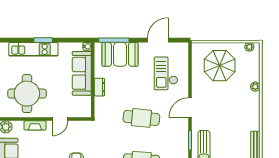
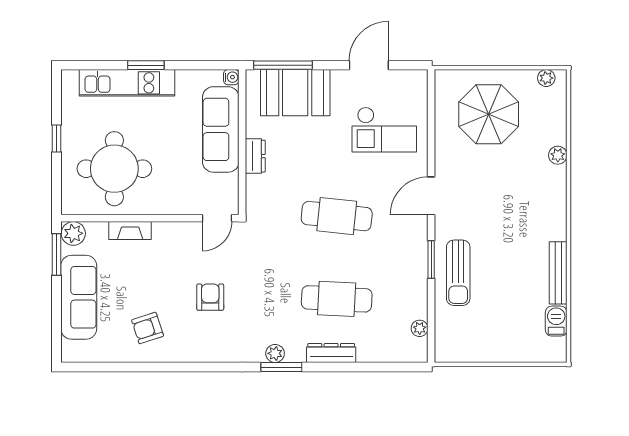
checkout: (166, 73) -> (384, 130), turned -90
door: (60, 119) -> (217, 218), moved

